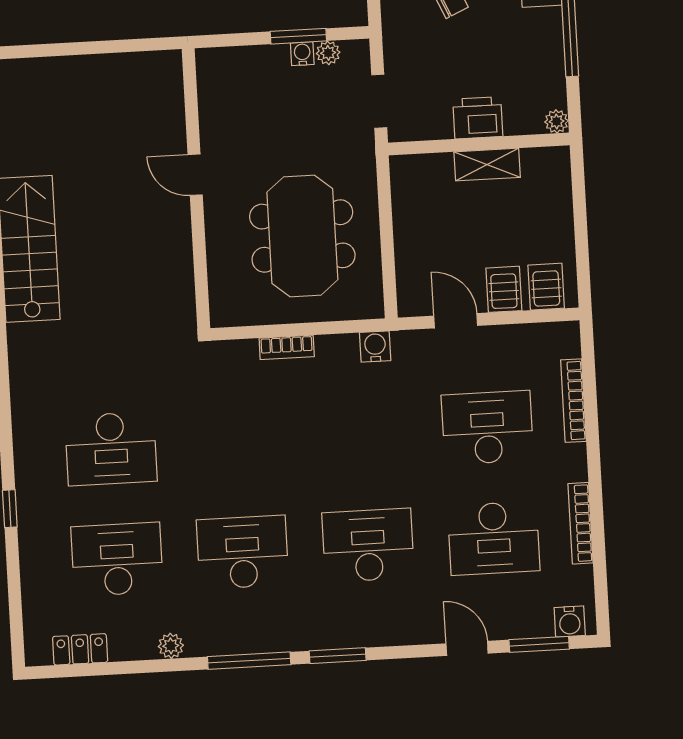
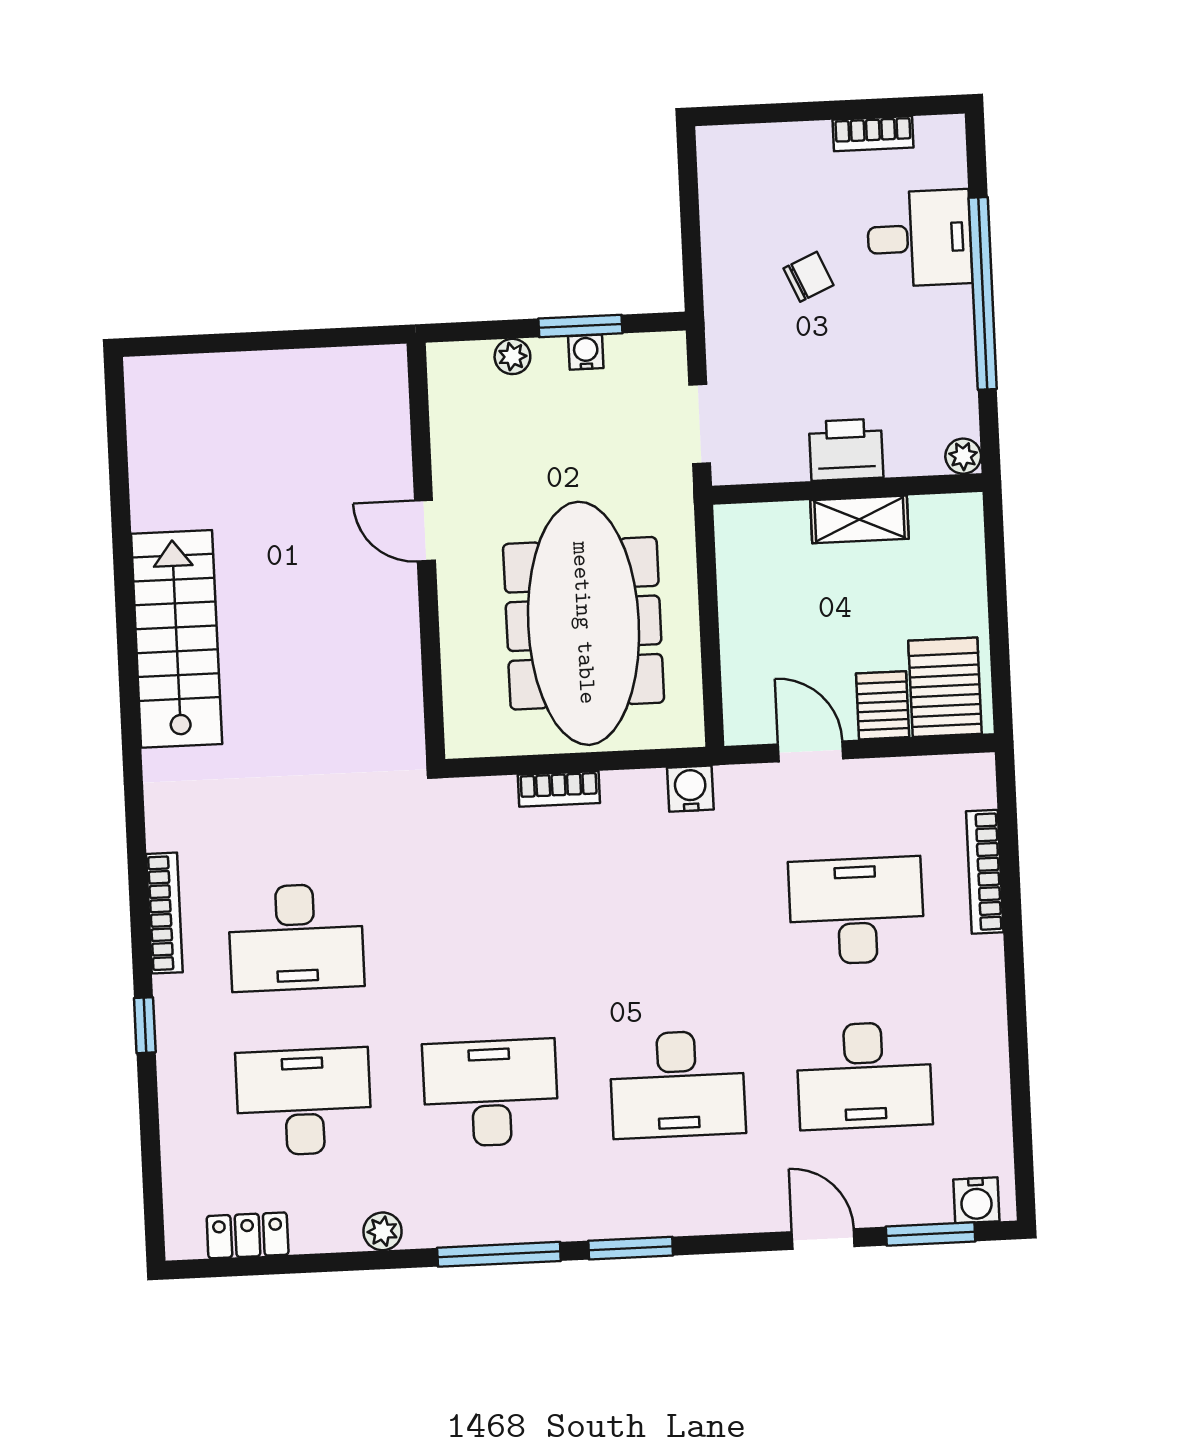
plant: (328, 53) -> (512, 356), moved
meeting table: (302, 236) -> (584, 623), width x1.36
server rack: (546, 287) -> (945, 687), width x1.36, depth x1.44
bookcase: (581, 523) -> (164, 913), moved, turned 180
desk: (368, 545) -> (677, 1084), turned 180

